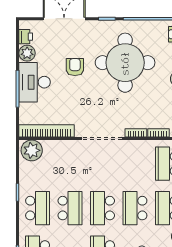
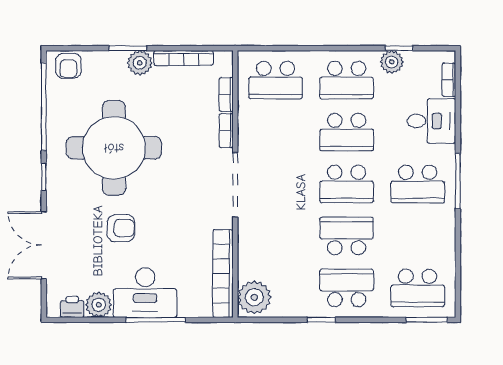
armchair: (75, 67) -> (121, 228), turned 180

